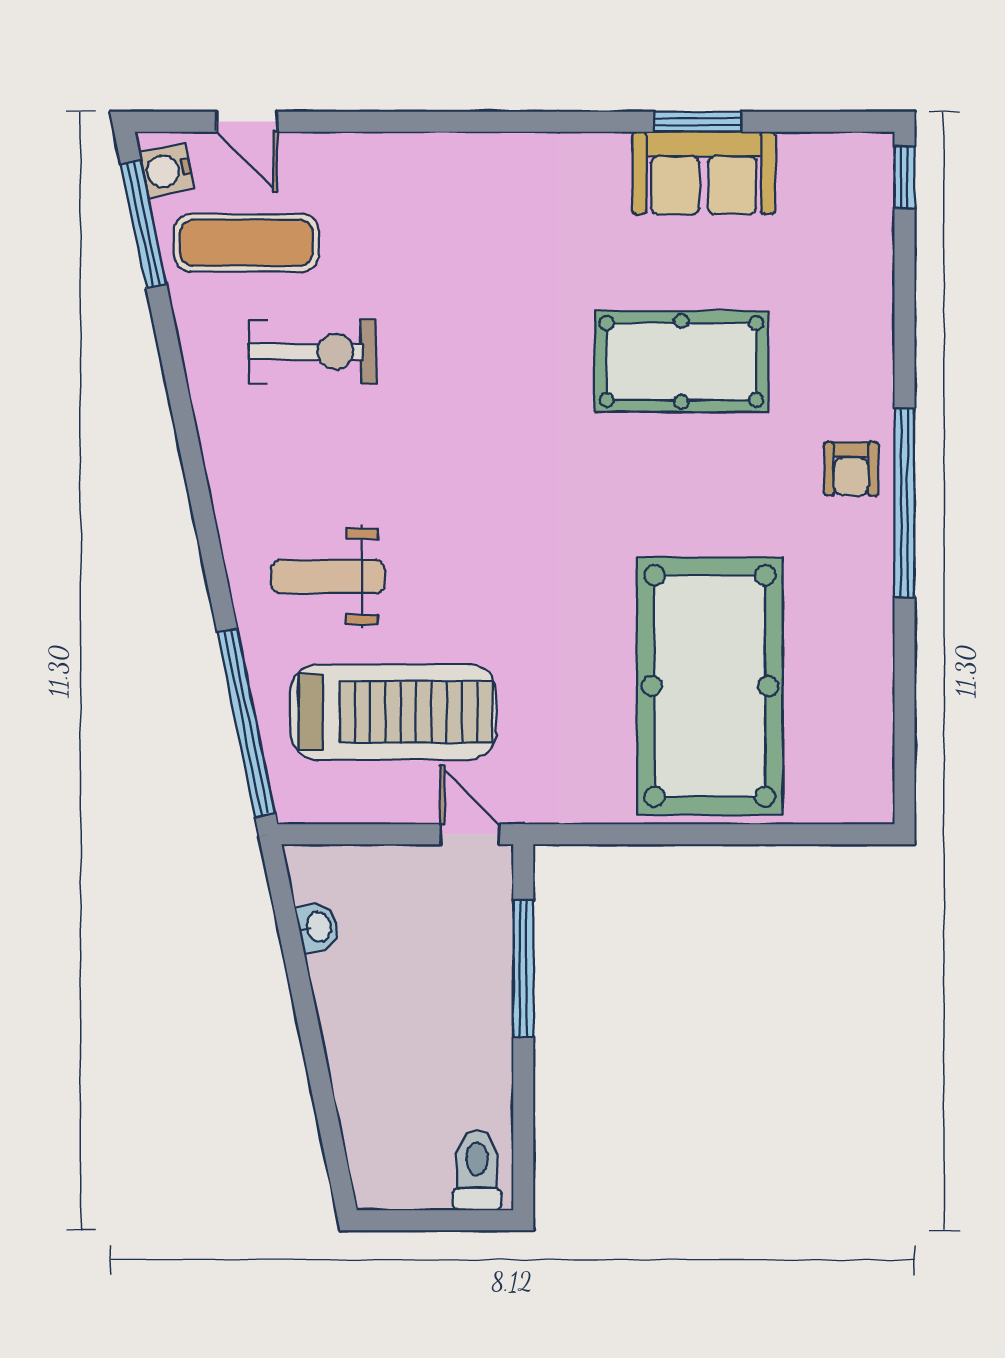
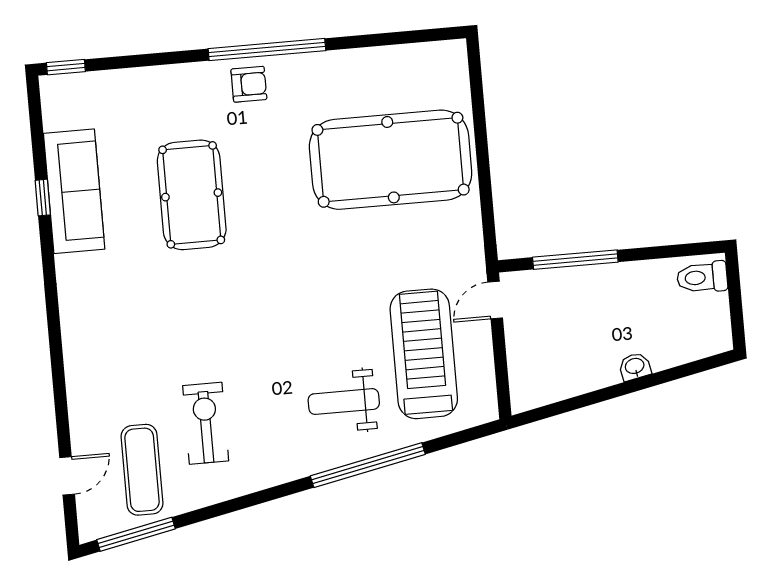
window: (698, 122) -> (43, 198), width x0.67
water cooler: (167, 170) -> (102, 523), removed
sofa: (704, 173) -> (74, 191), width x1.36
weight bench: (328, 577) -> (344, 402), turned 90
window: (246, 723) -> (368, 465), moved
washbasin: (318, 927) -> (635, 367), moved

